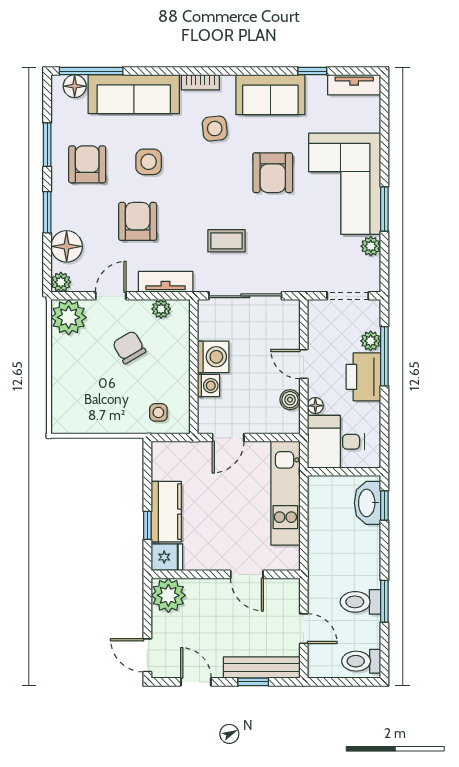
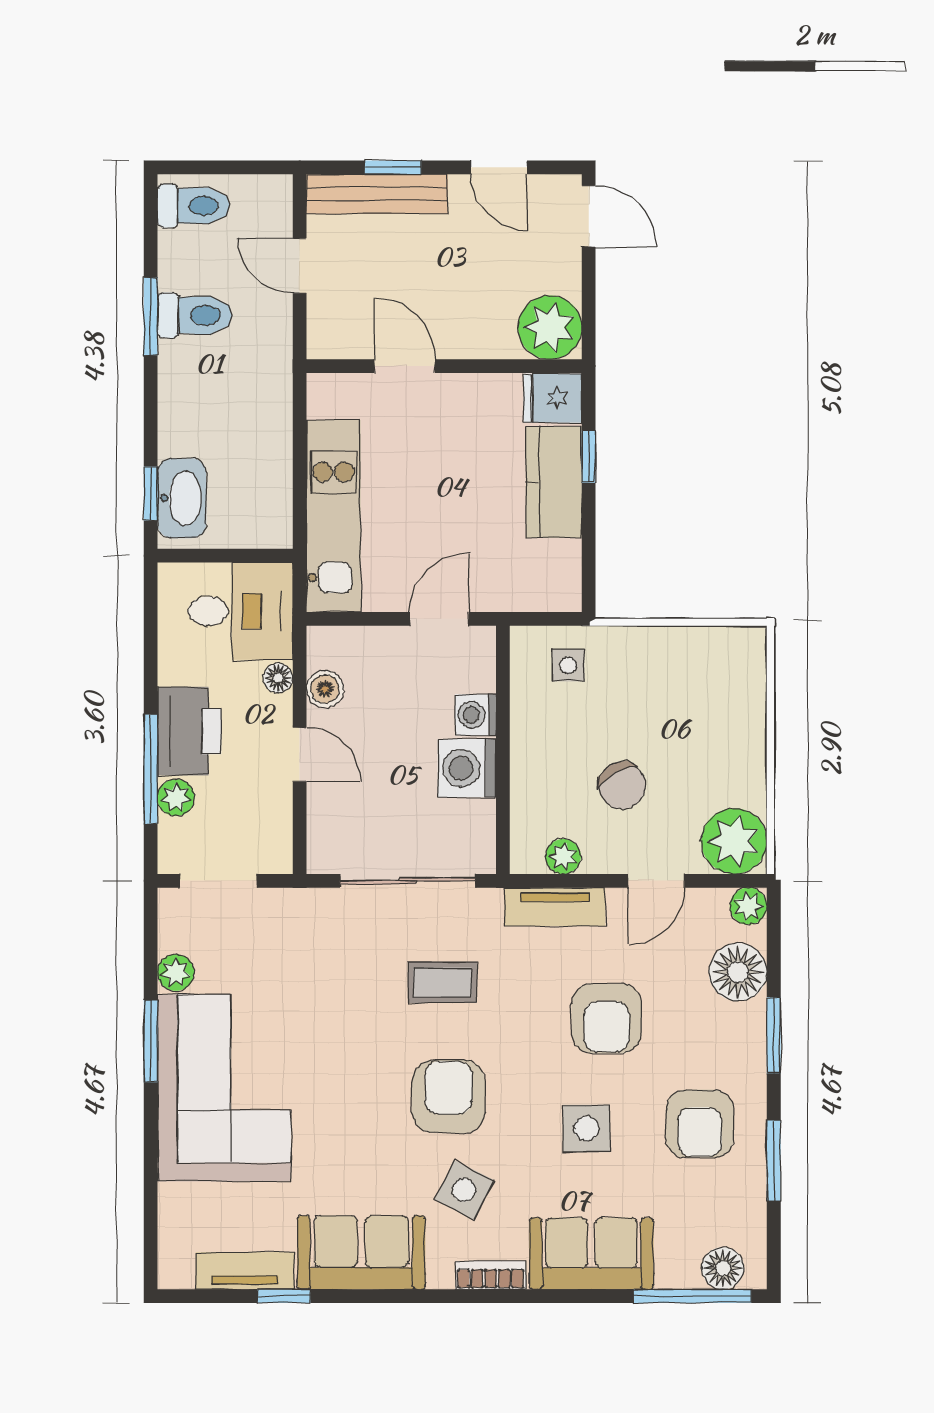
tv unit: (354, 85) -> (245, 1271), moved
sofa: (134, 94) -> (591, 1254), width x0.73
side table: (215, 129) -> (464, 1190), turned 33
armchair: (273, 173) -> (449, 1096), moved

